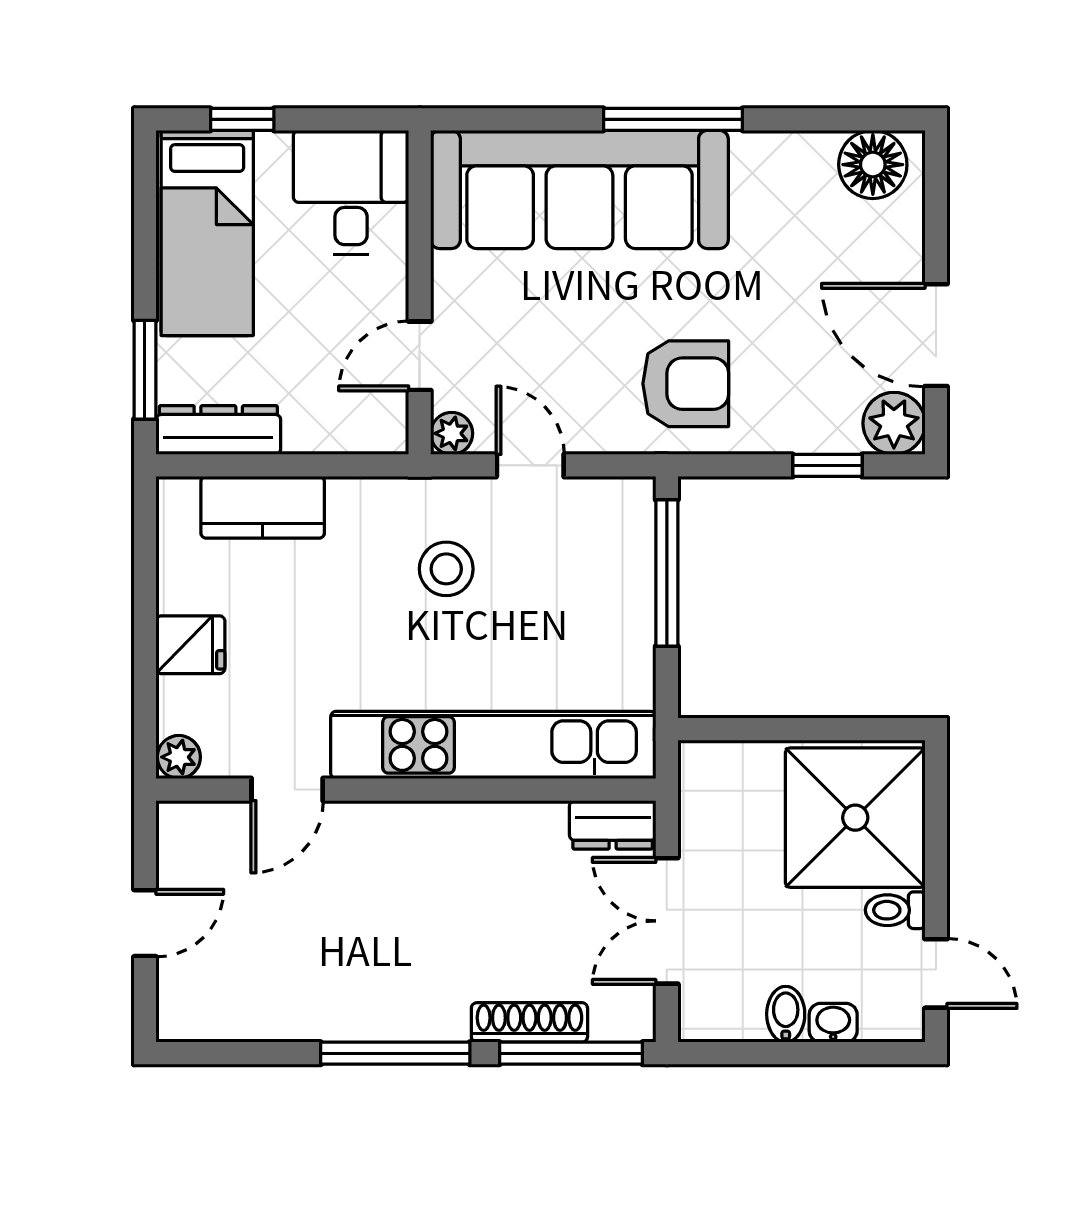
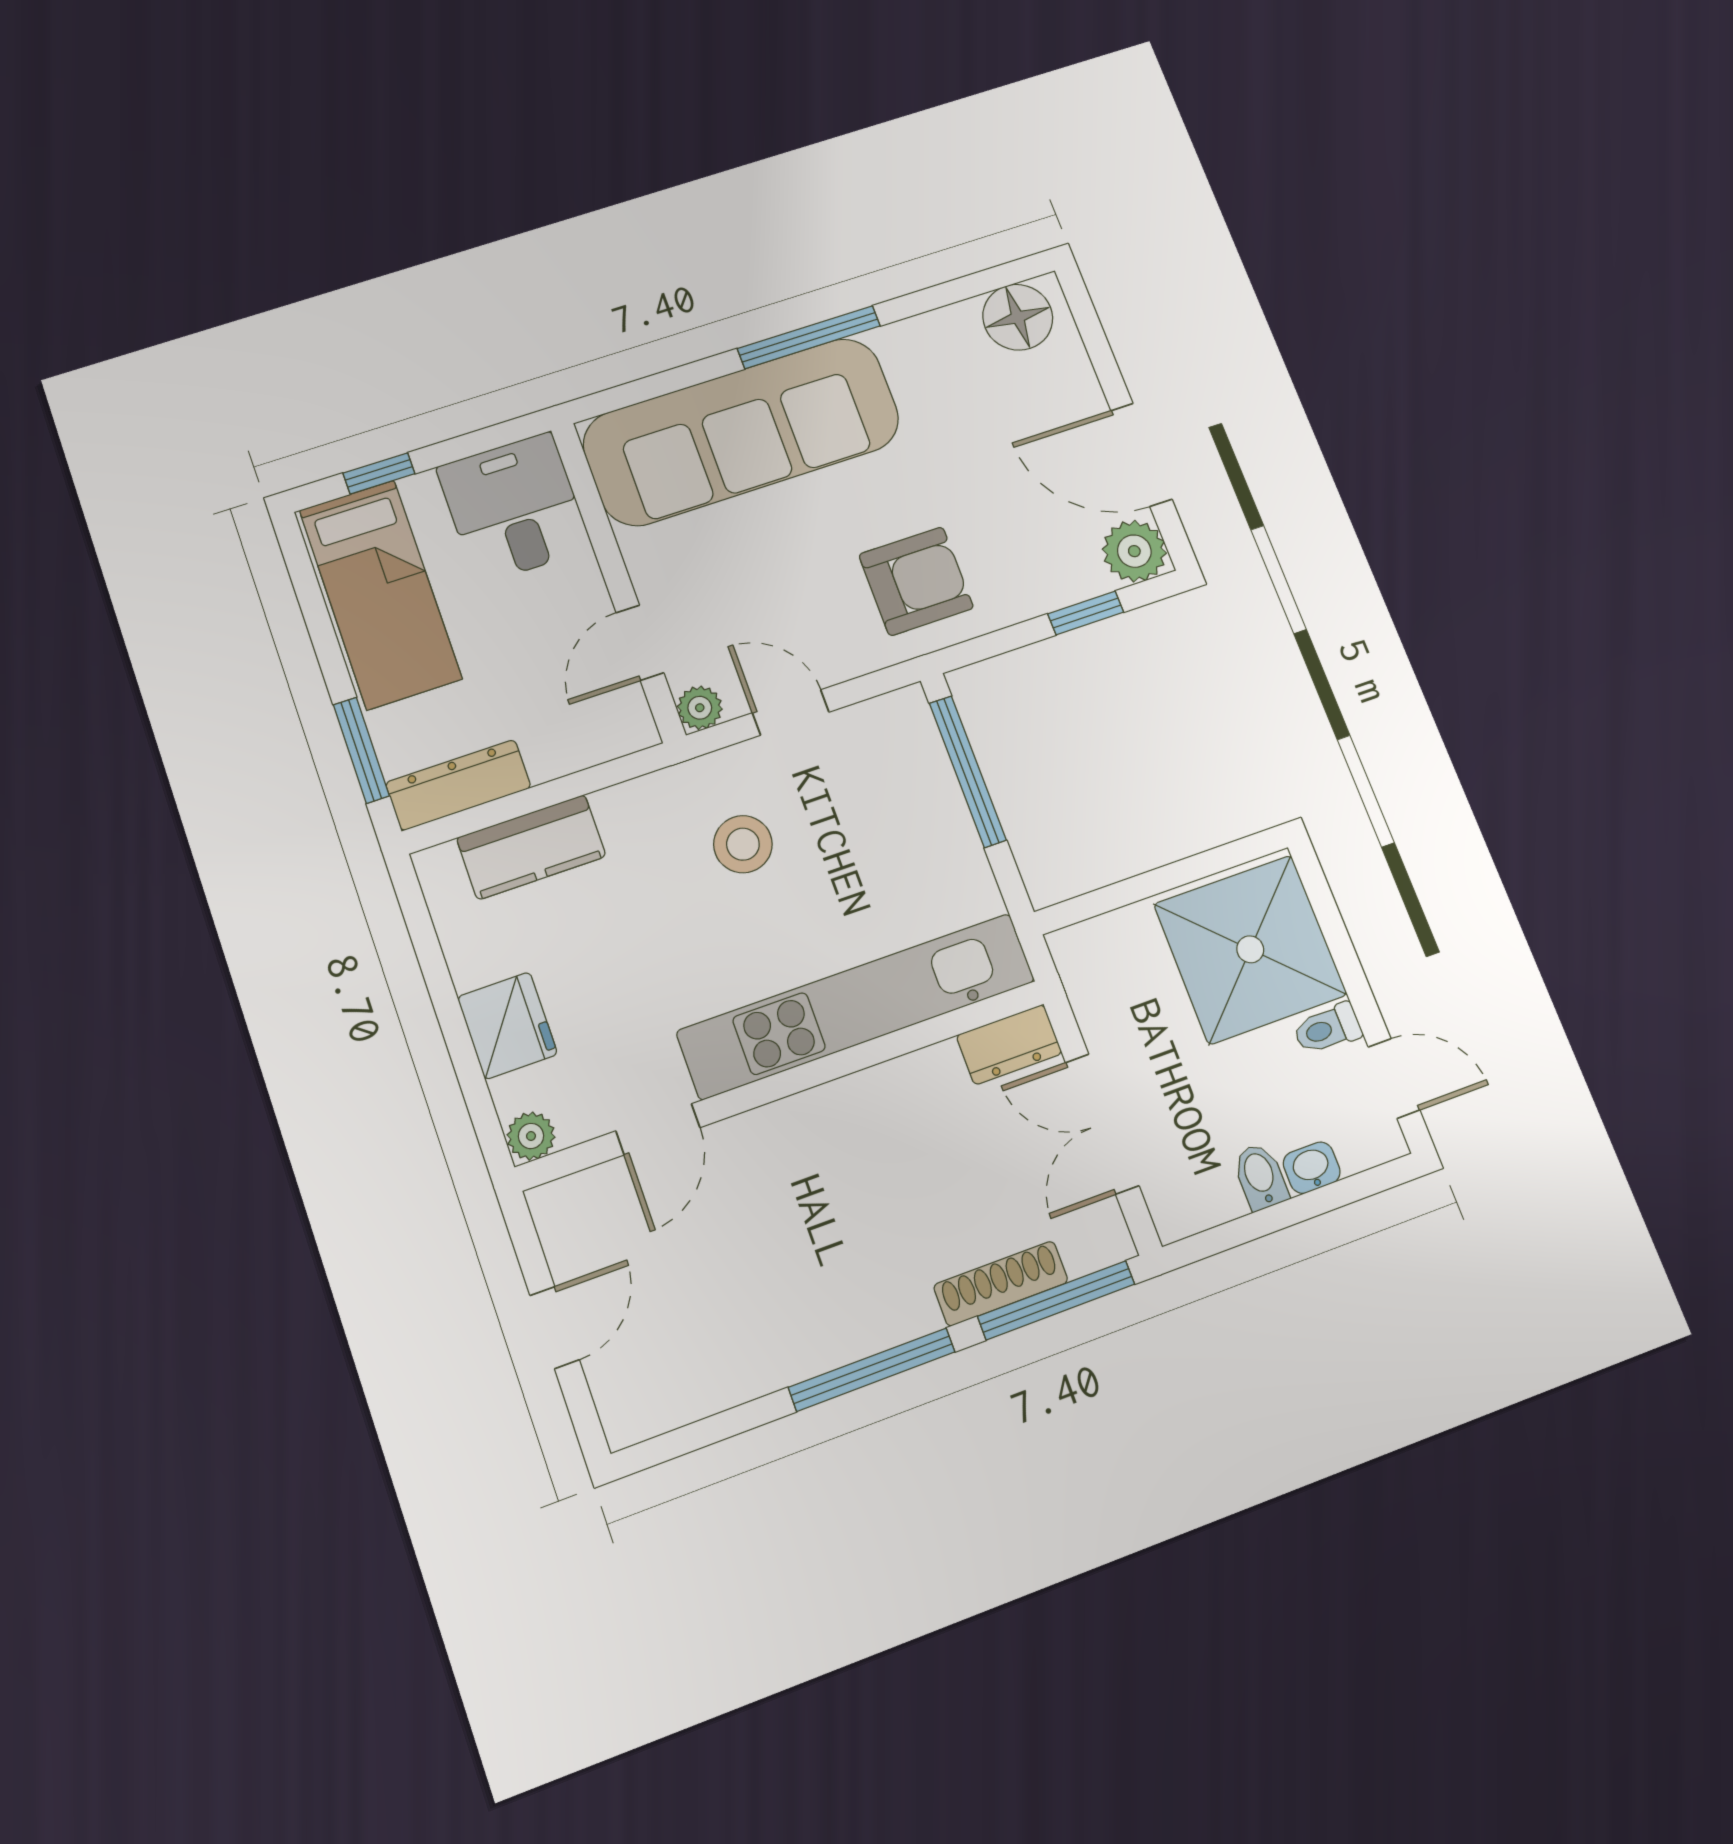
fridge: (190, 645) -> (507, 1026), width x1.38

